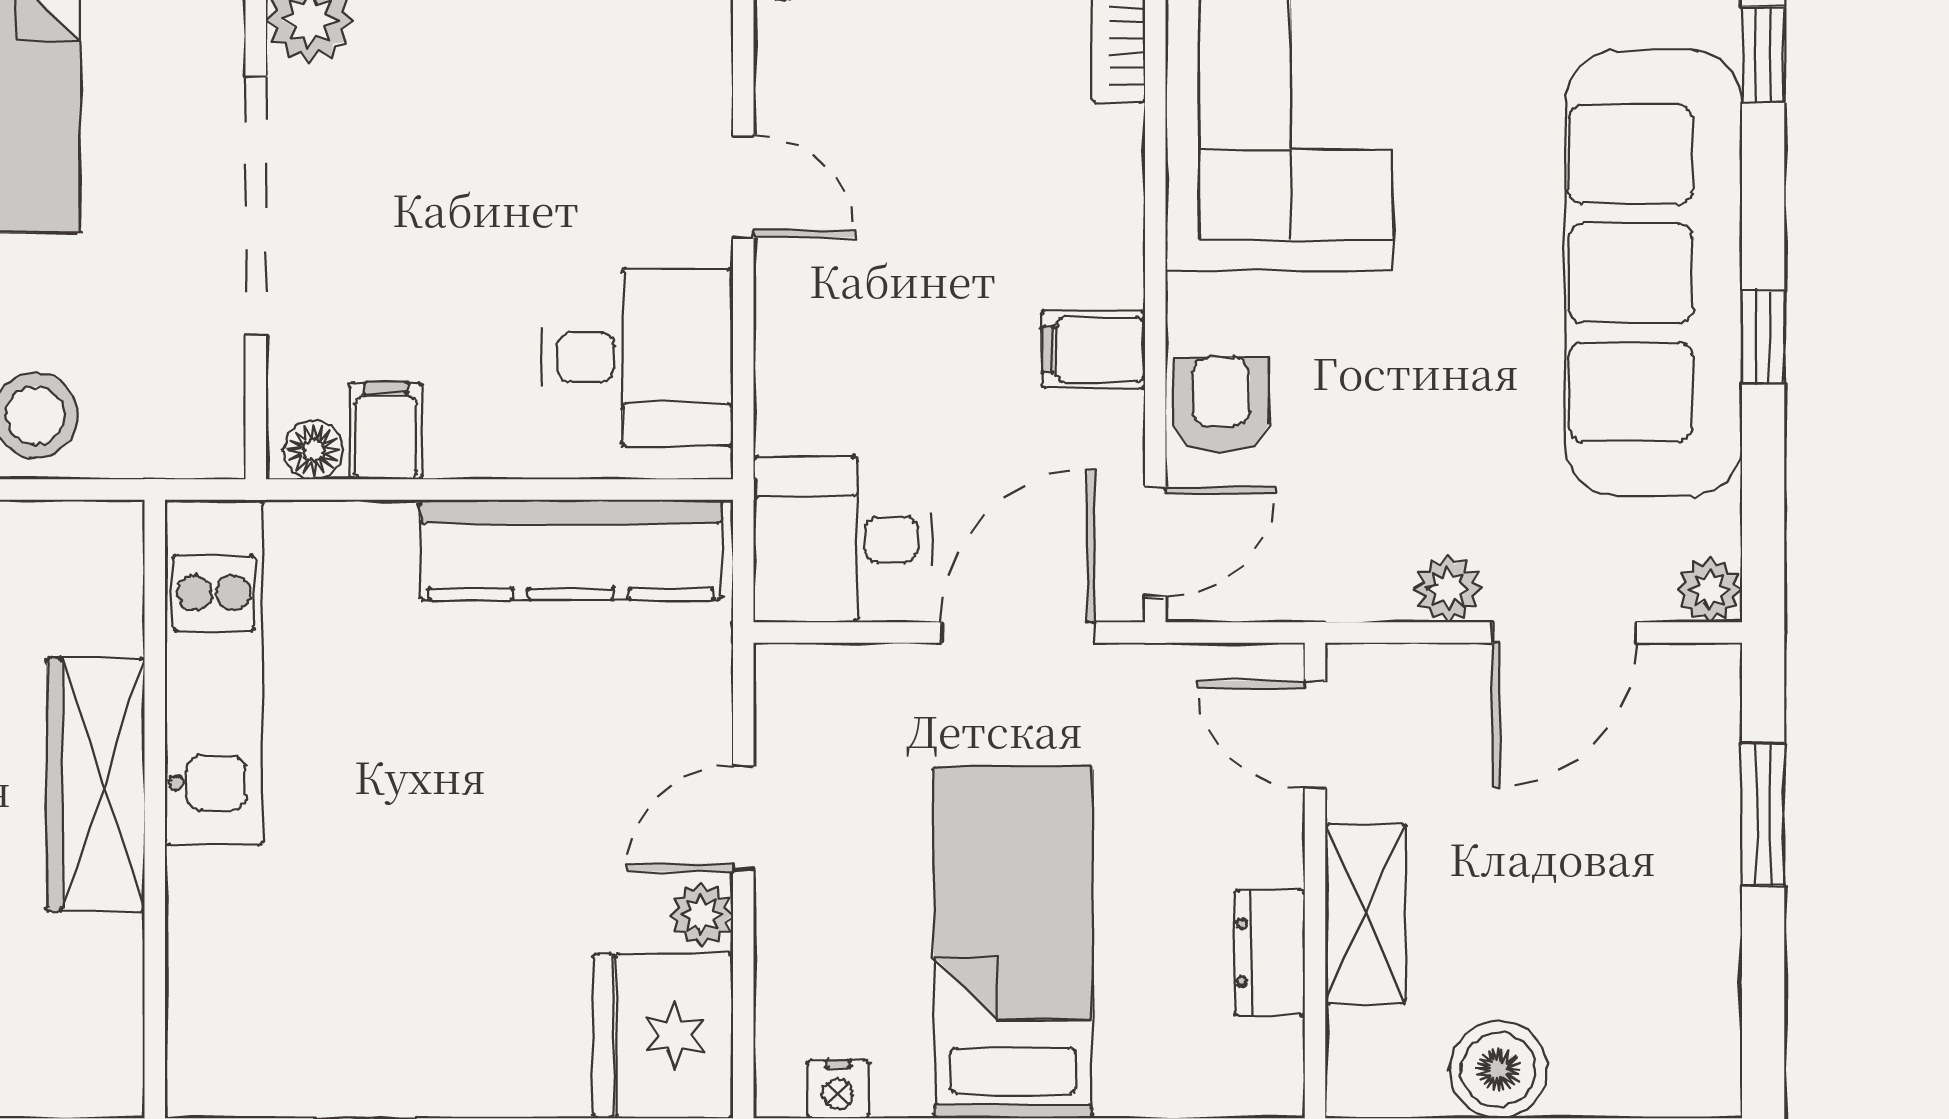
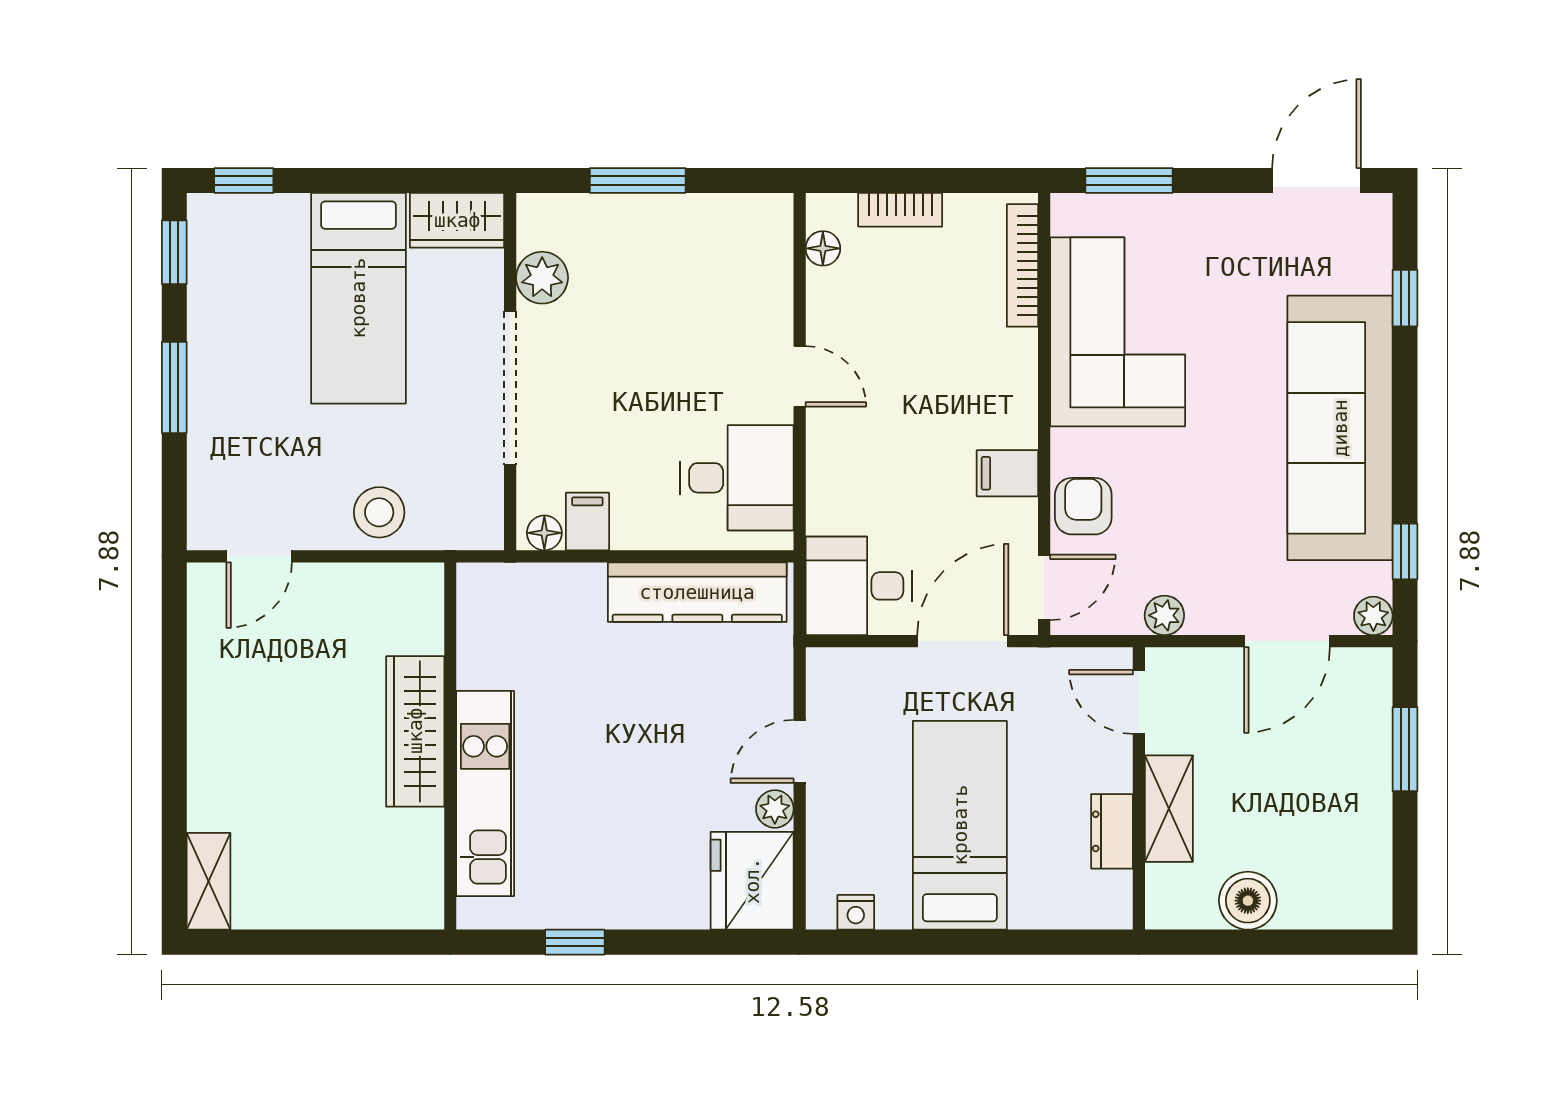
window: (1763, 337) -> (1405, 551), moved
plant: (1448, 589) -> (1164, 615), moved
kitchen unit: (214, 672) -> (485, 793), moved

